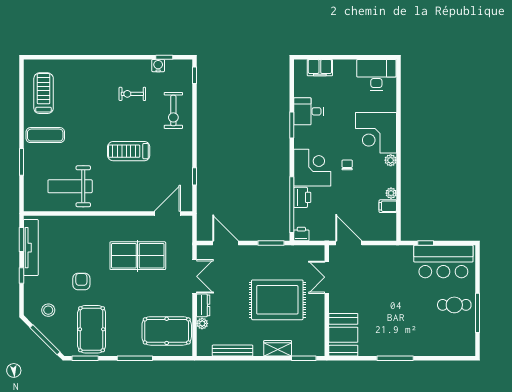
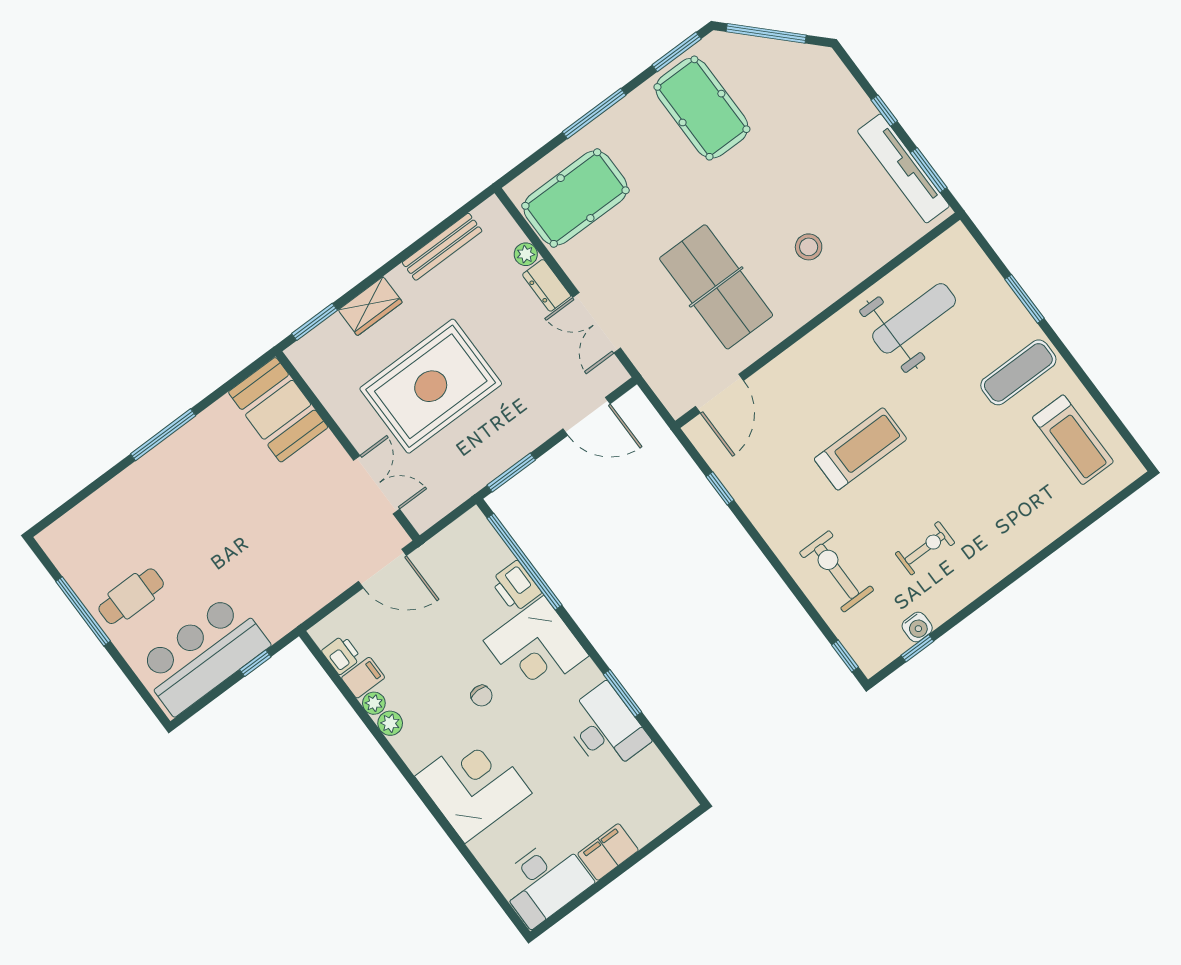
filing cabinet: (320, 68) -> (608, 852), moved
desk: (308, 111) -> (605, 728), width x1.37
plant: (391, 160) -> (390, 723), moved
printer: (301, 234) -> (342, 655), moved, turned -90
table tennis table: (138, 256) -> (716, 287), turned 90
armchair: (81, 281) -> (778, 175), removed
stool: (48, 310) -> (809, 247), moved

